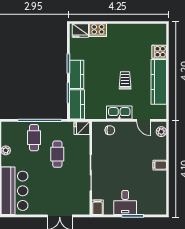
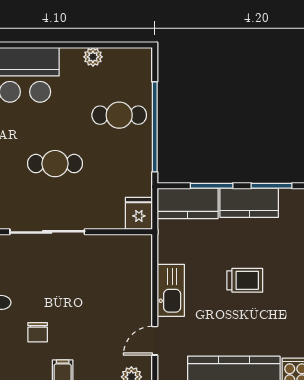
trolley: (125, 80) -> (245, 280), moved
chair: (110, 130) -> (38, 332), moved
cafe table: (57, 154) -> (55, 164), moved

